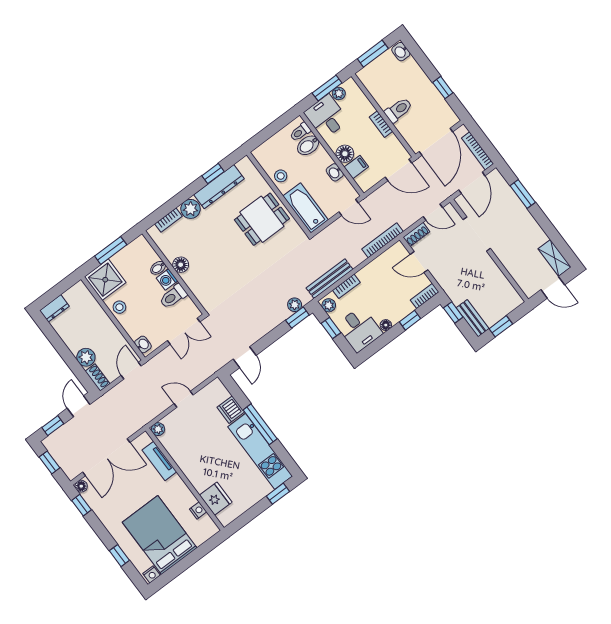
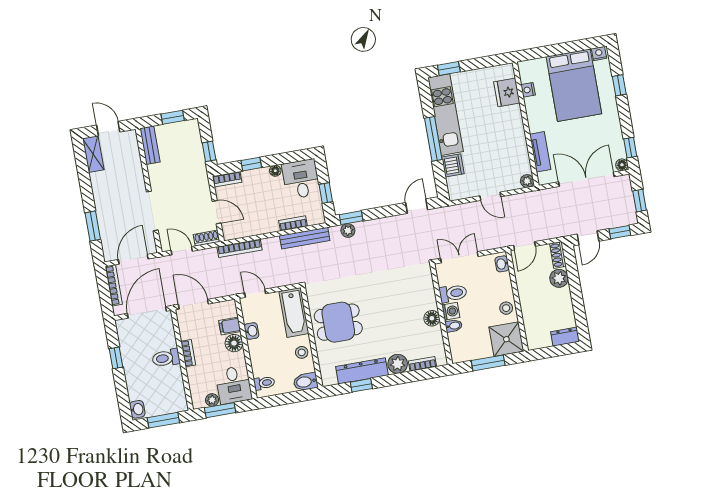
bidet: (308, 145) -> (306, 382), moved, turned 180
plant: (329, 305) -> (317, 214), removed
bench: (473, 318) -> (150, 145), moved

